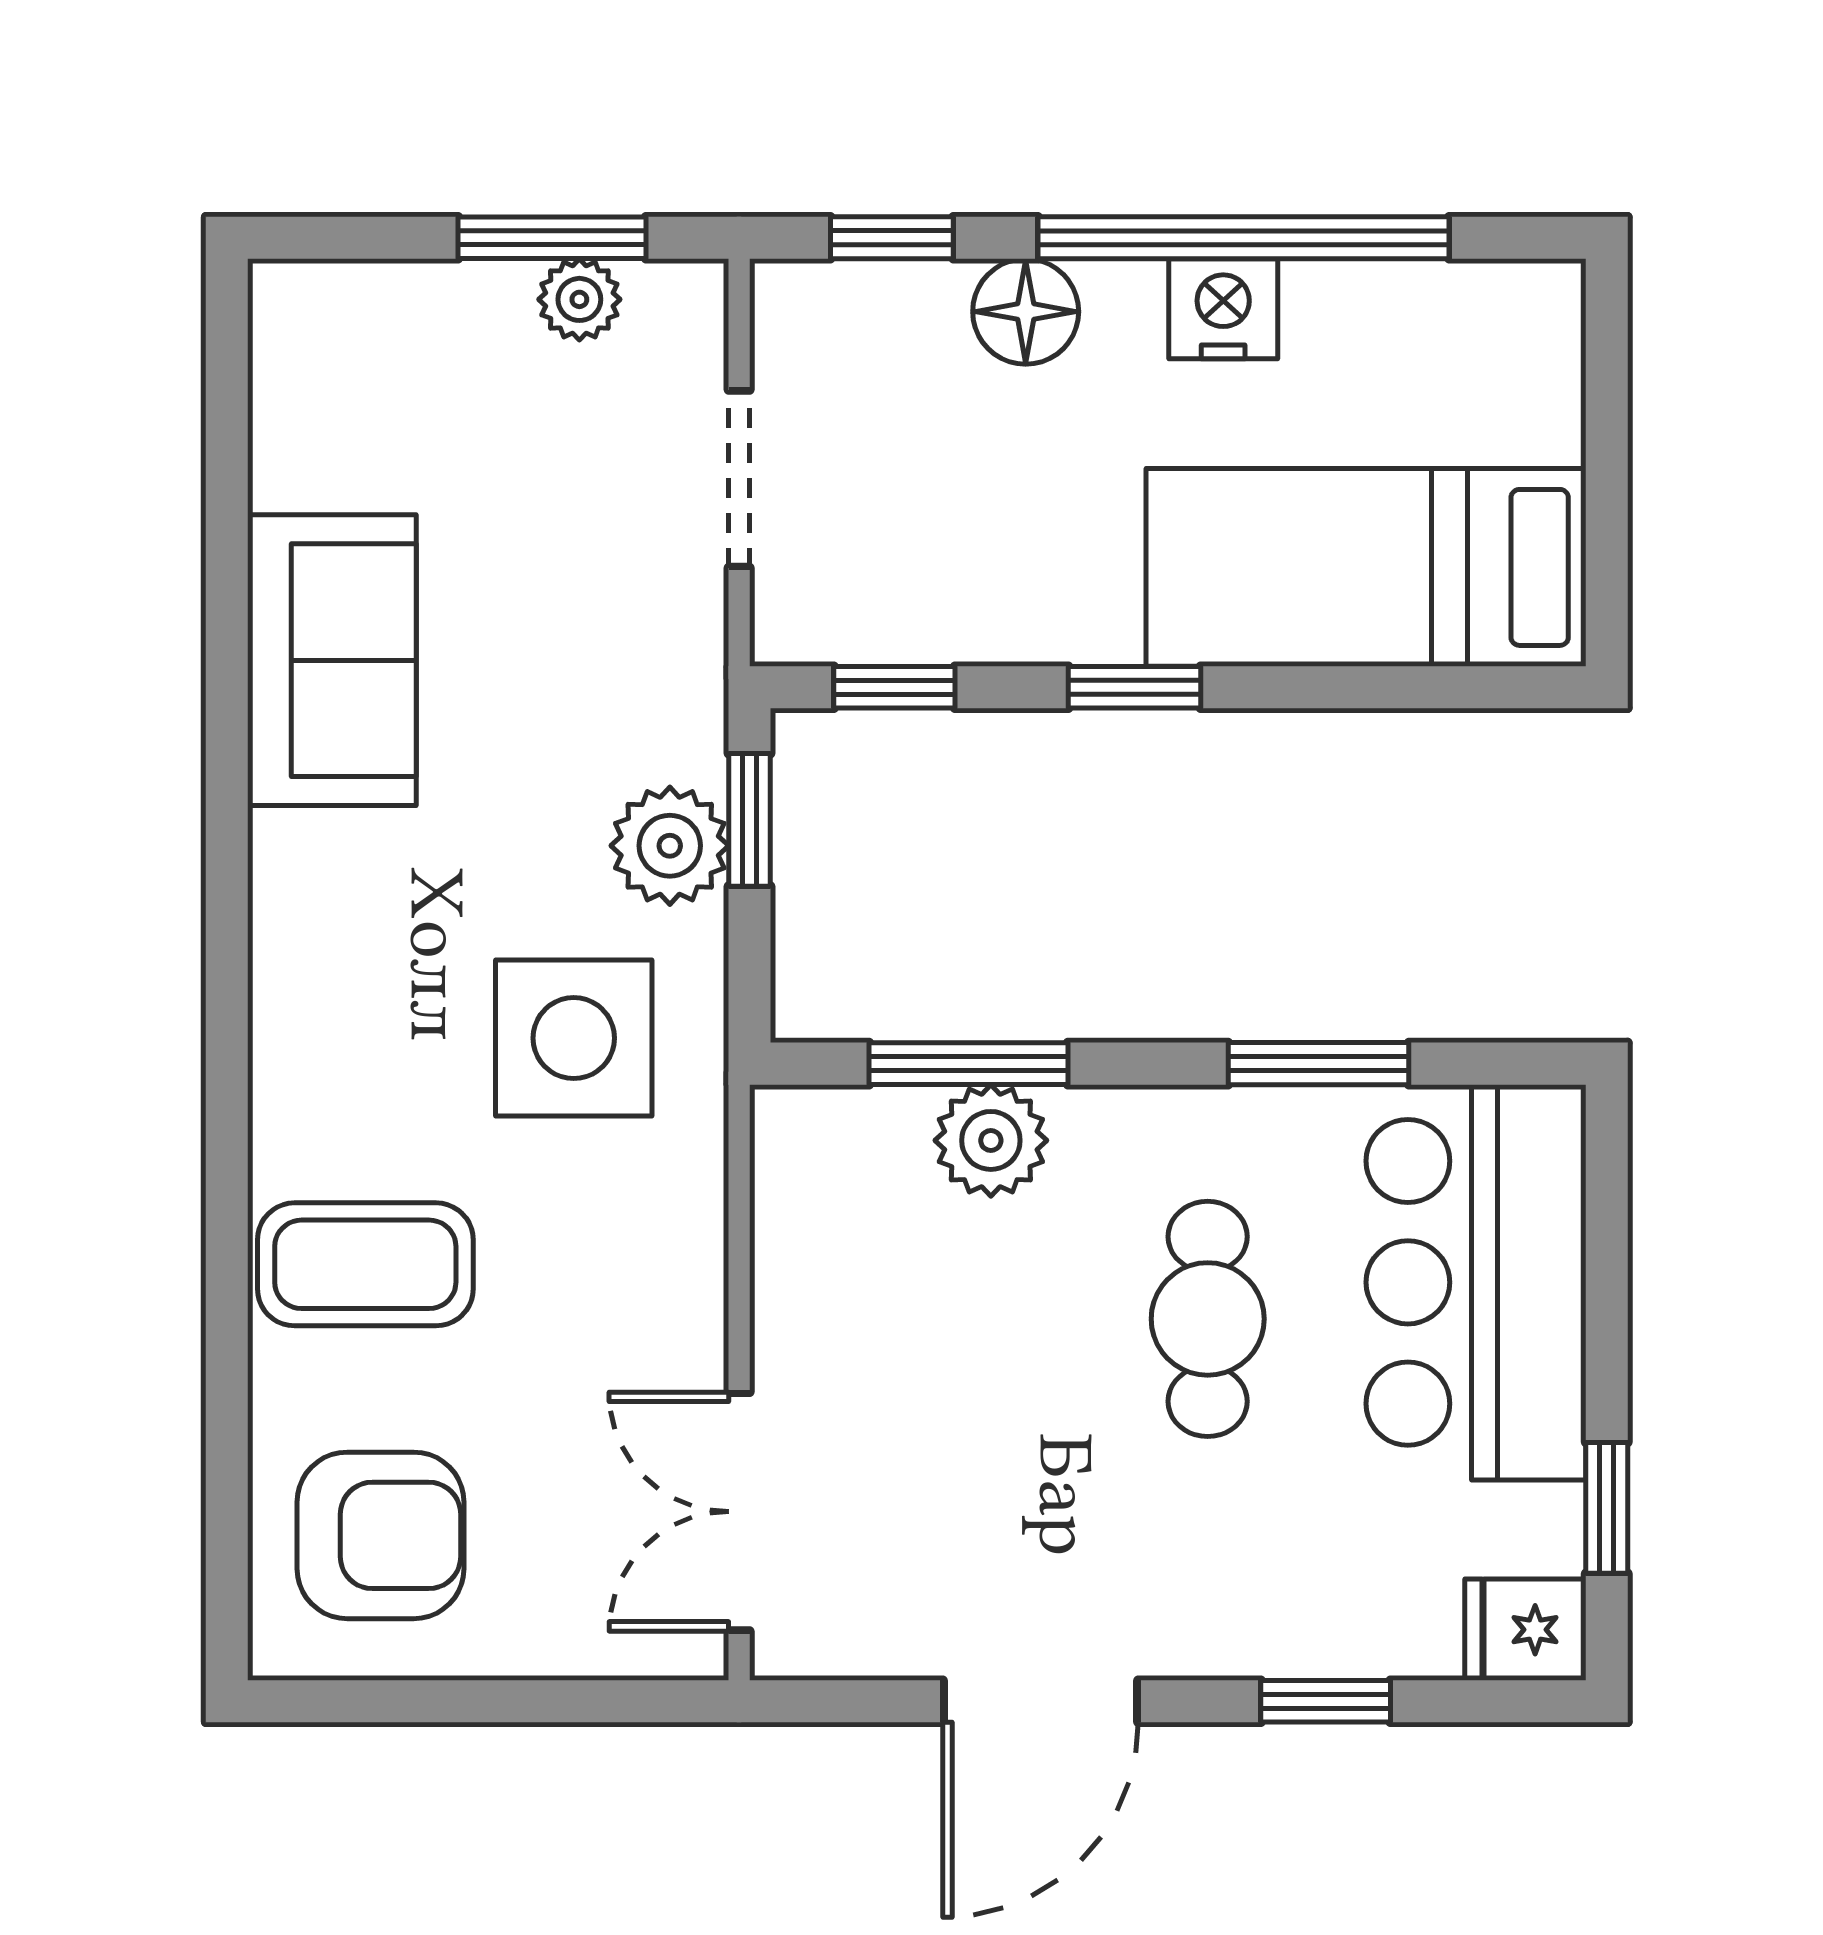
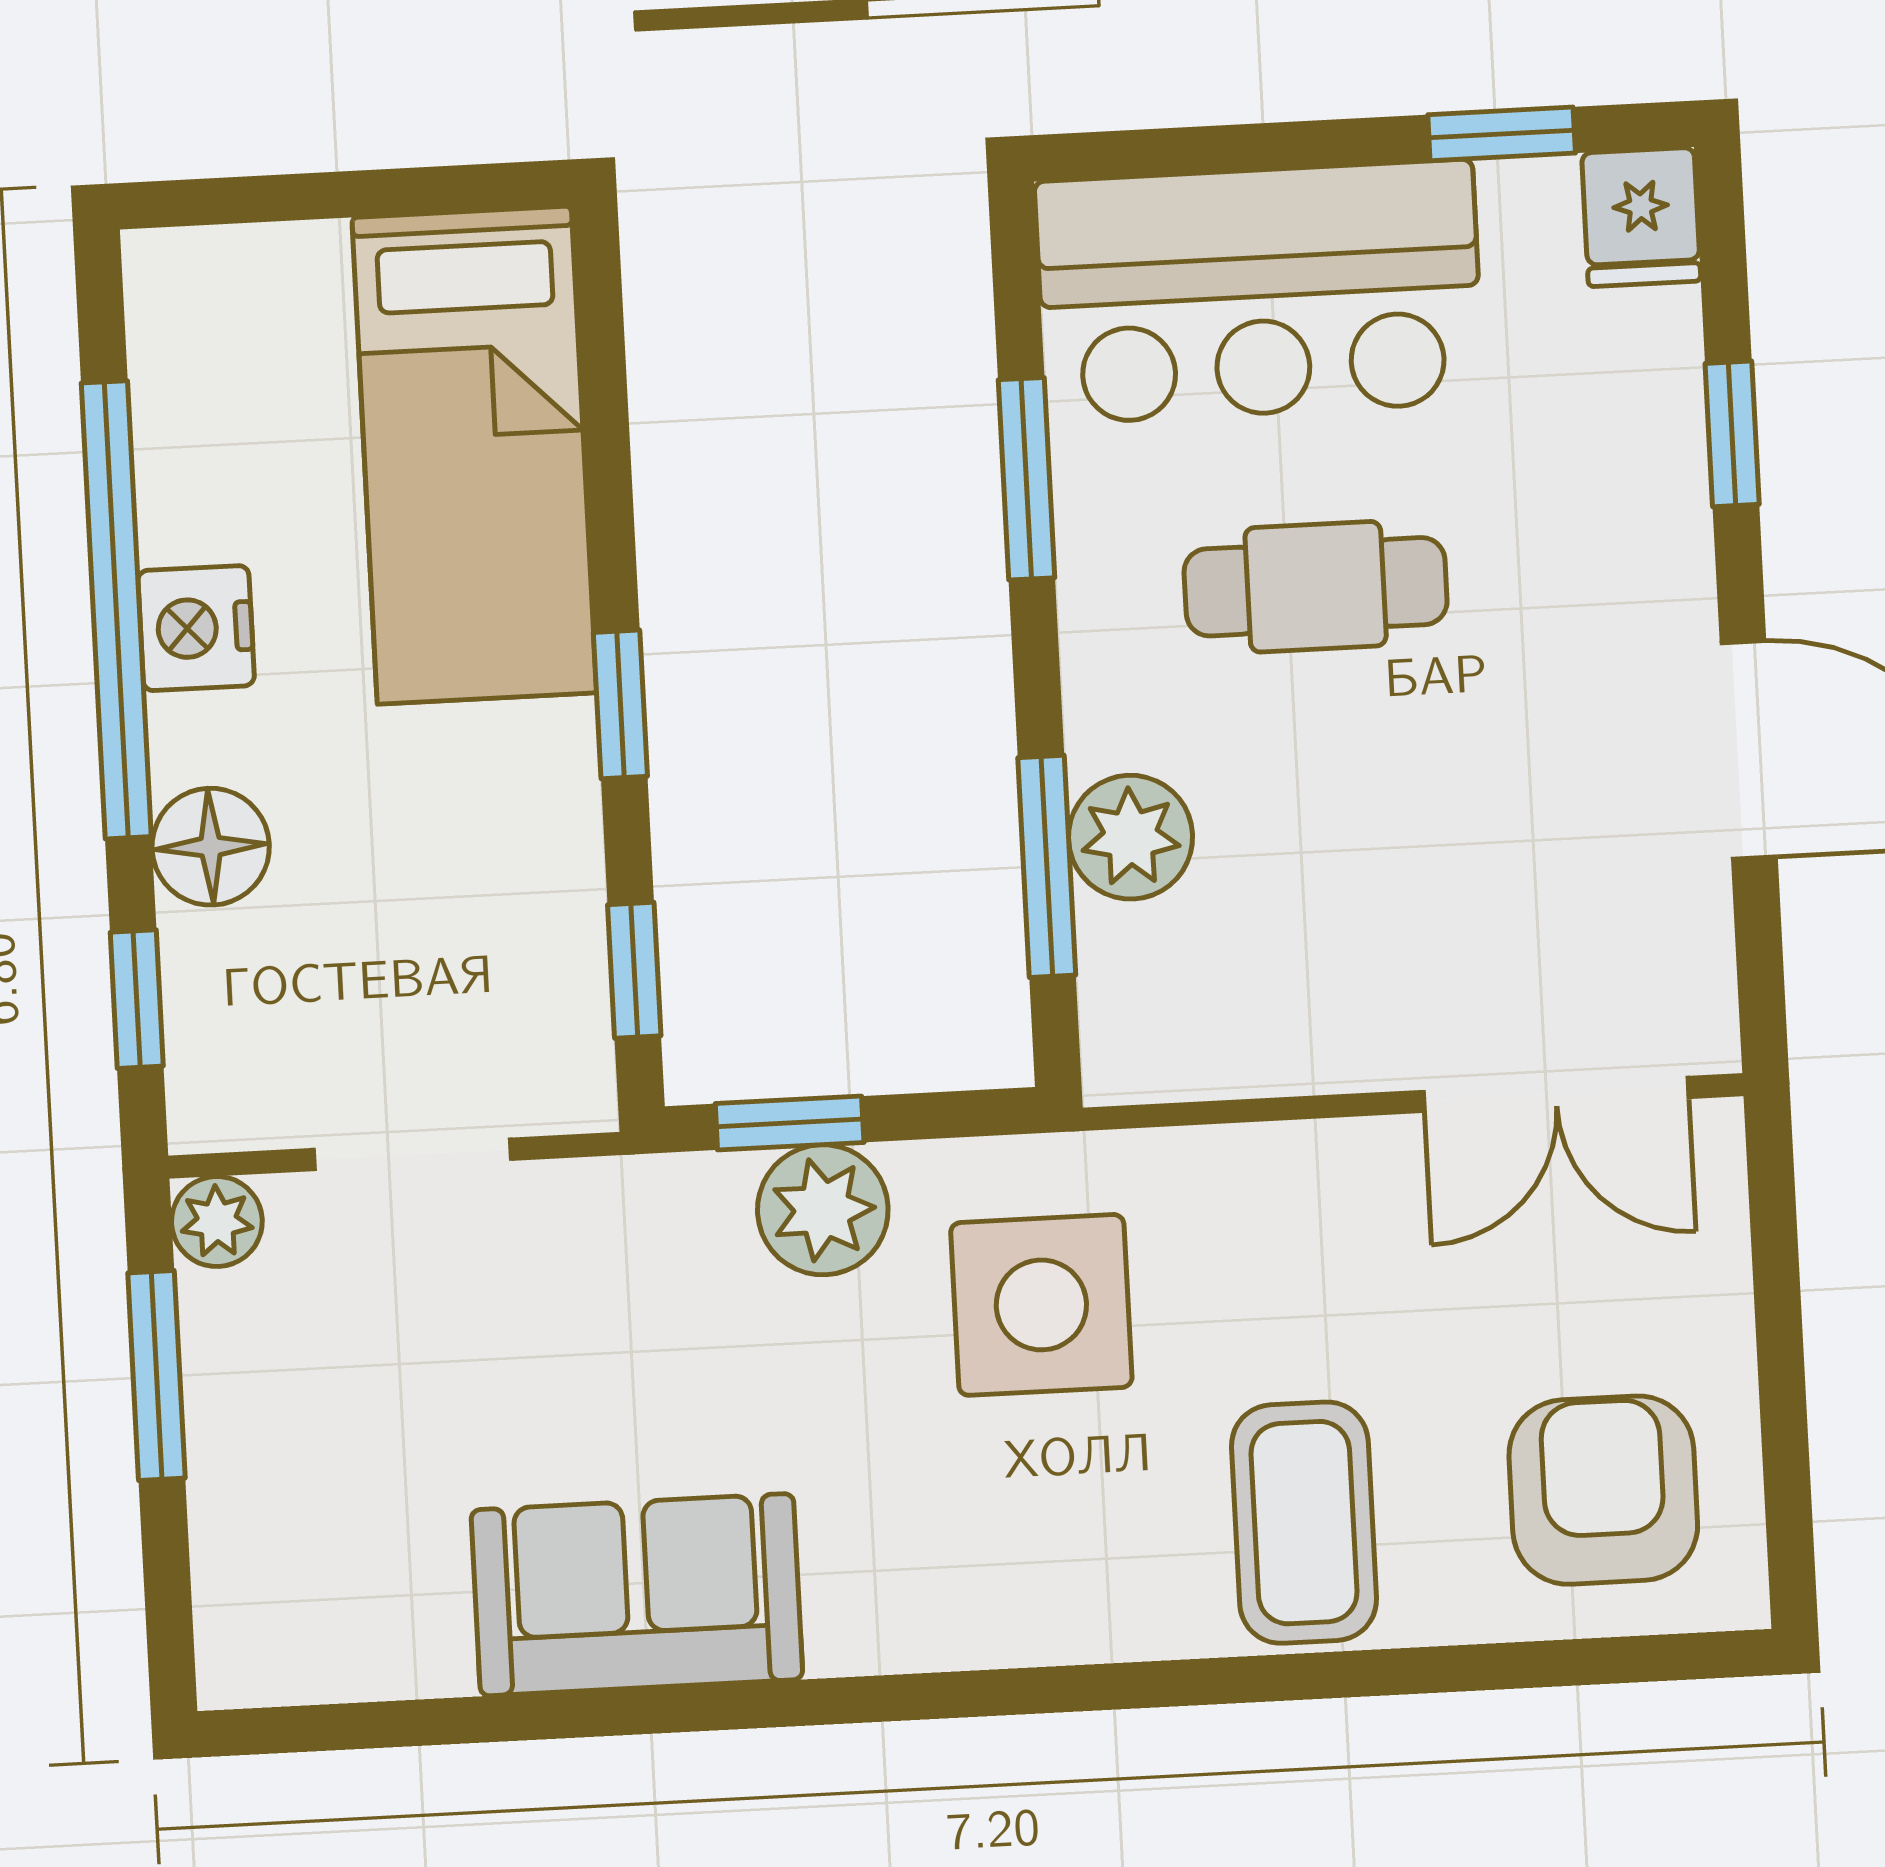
plant: (579, 299) -> (217, 1221), moved

